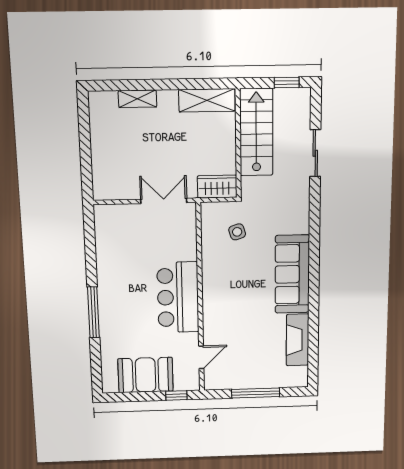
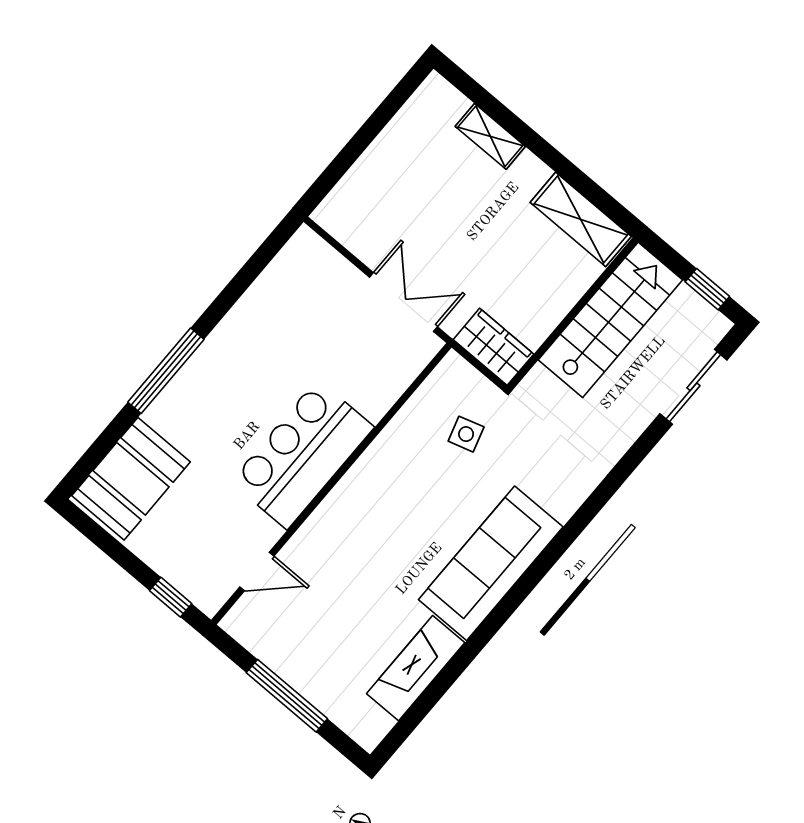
sliding door: (315, 153) -> (693, 387), moved
booth: (146, 375) -> (131, 479), moved, turned 90

